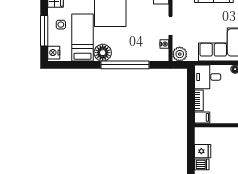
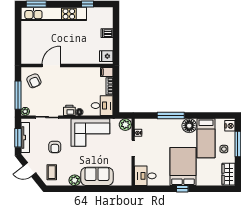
window: (125, 65) -> (171, 116), width x0.68
fridge: (203, 151) -> (106, 56), moved

